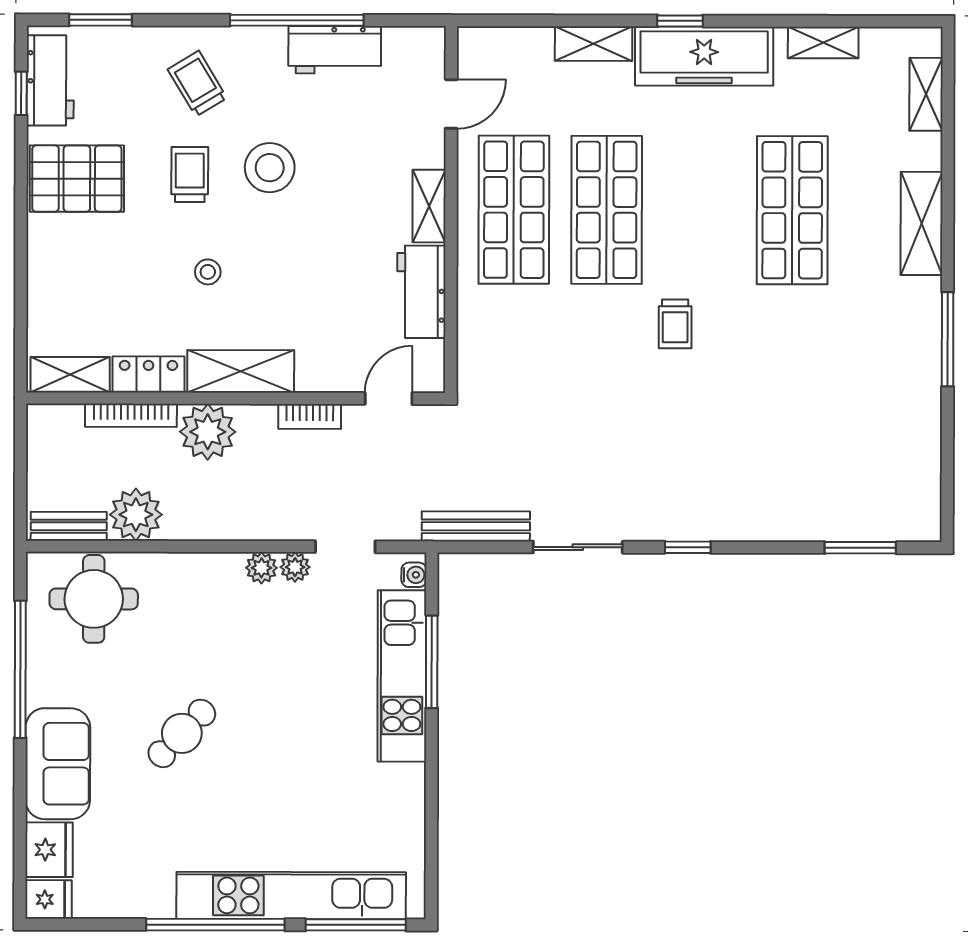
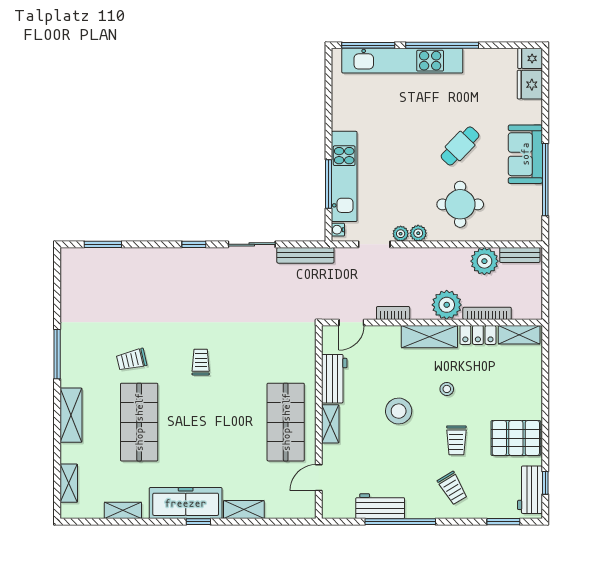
stool: (270, 168) -> (399, 411), moved
shop shelf: (607, 210) -> (237, 422), removed
trolley: (806, 328) -> (132, 360), added
round table: (94, 599) -> (460, 204), moved
sofa: (58, 764) -> (525, 154), moved

